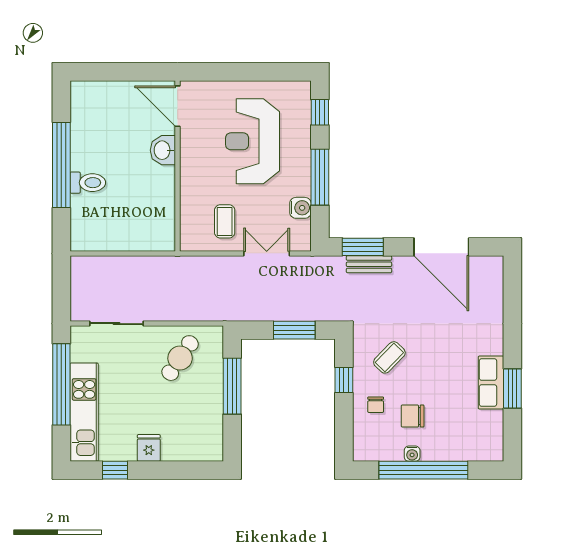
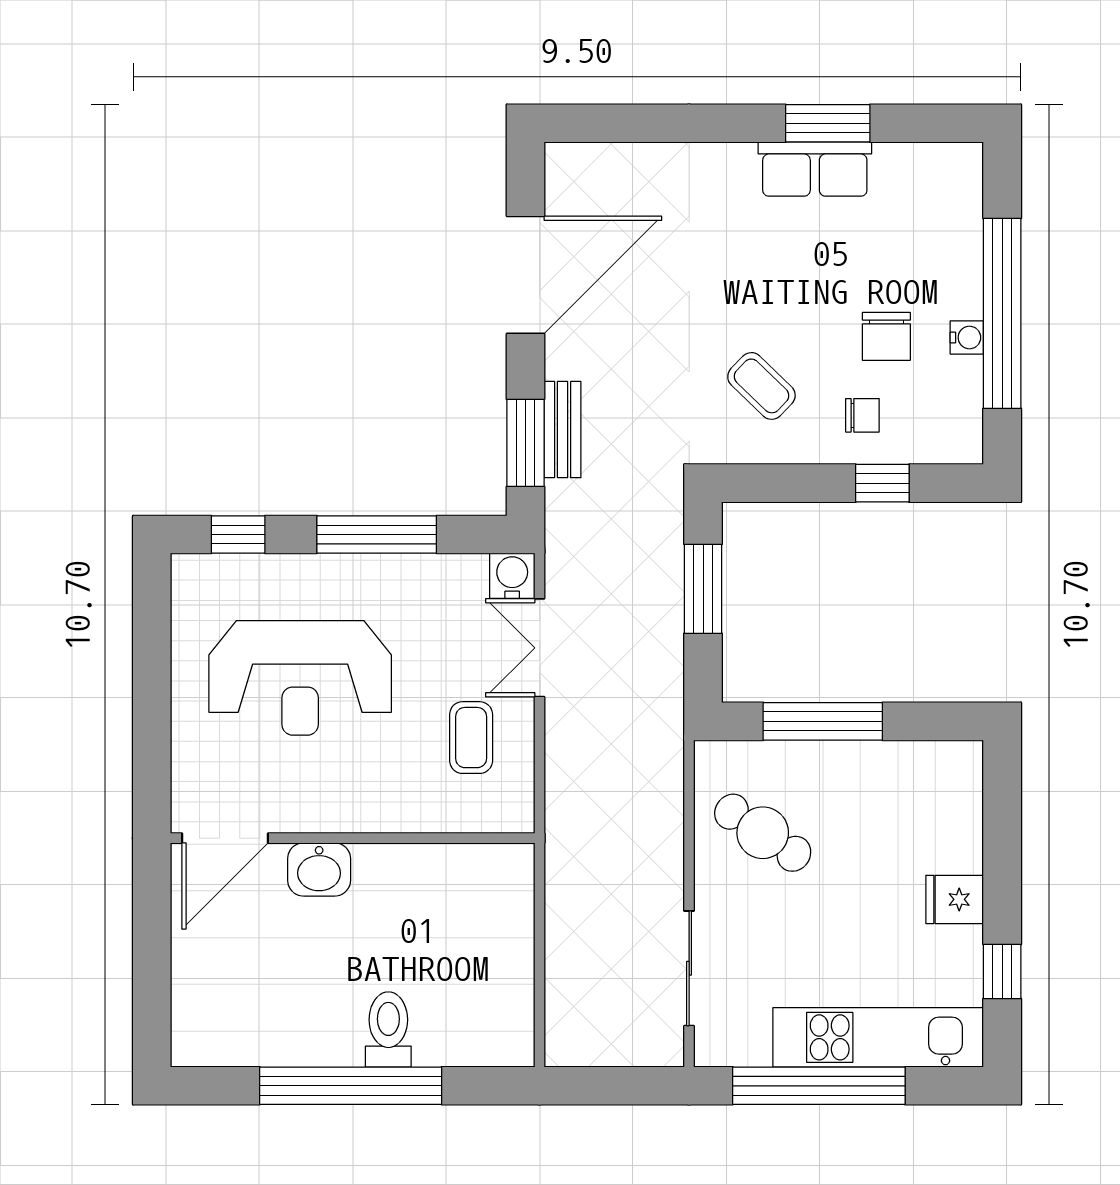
water cooler: (300, 208) -> (512, 576), moved
coffee table: (225, 221) -> (471, 738), turned 90
window: (344, 380) -> (882, 483), moved

